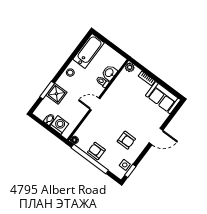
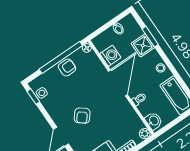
washbasin: (109, 73) -> (154, 121), moved
door: (95, 104) -> (118, 83), width x1.87
washing machine: (59, 125) -> (110, 56), moved, turned -90
armchair: (126, 140) -> (82, 116), moved, turned -51

